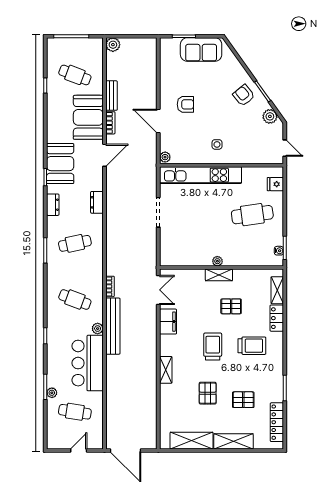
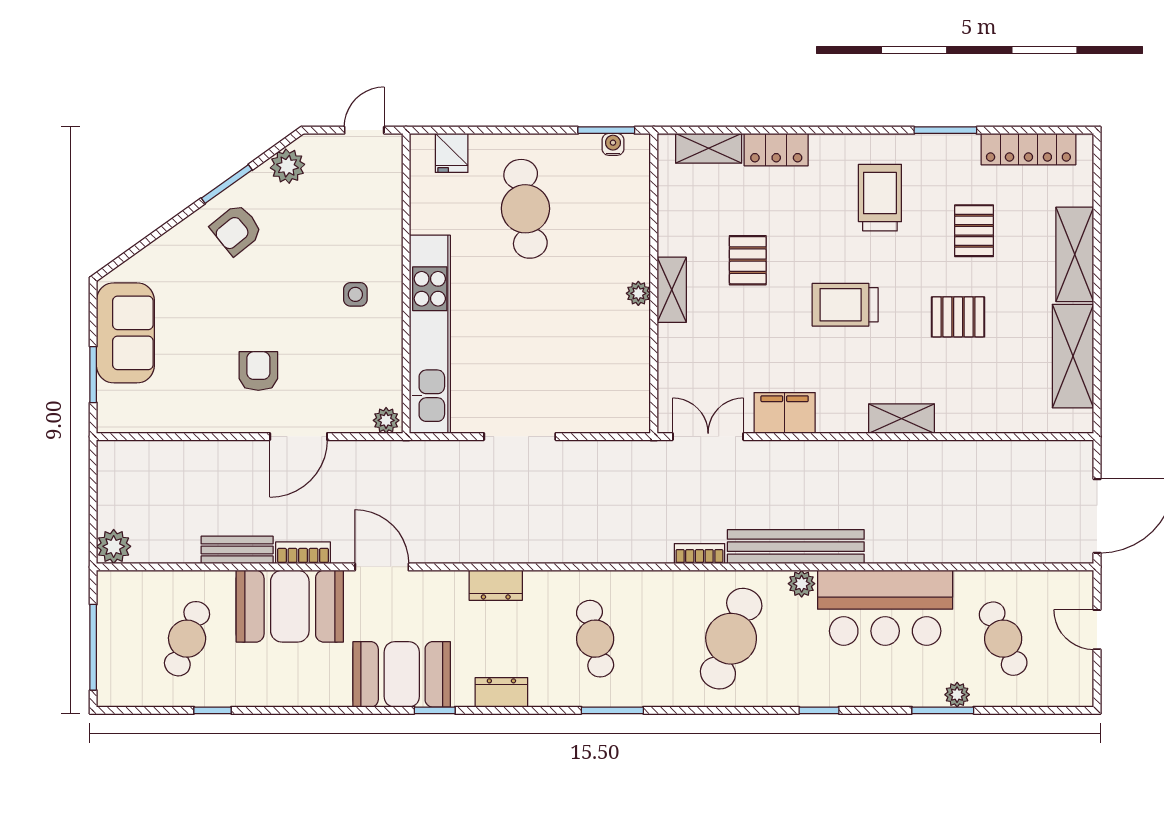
cafe table: (75, 299) -> (731, 639), width x1.37, depth x1.35
trolley: (252, 346) -> (880, 198), moved
cafe table: (75, 412) -> (1003, 639), turned -33

